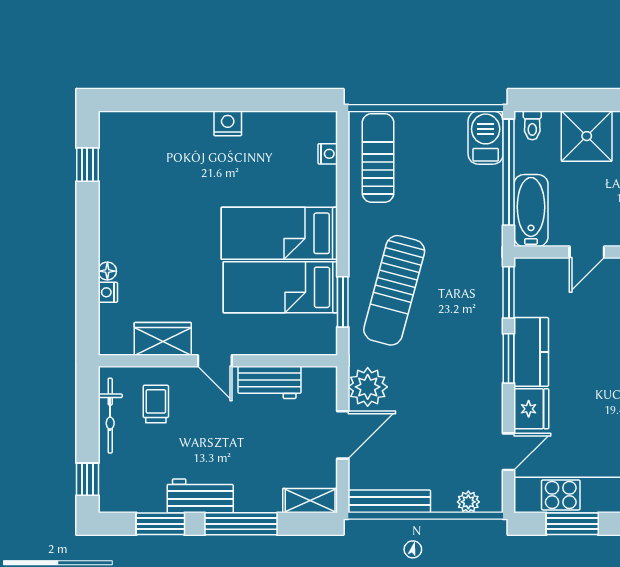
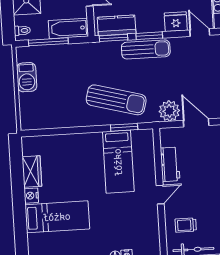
barbecue: (486, 138) -> (27, 77), moved, turned -90
nightstand: (328, 154) -> (44, 140), removed
sun lounger: (378, 158) -> (146, 49), moved, turned 180
window: (509, 172) -> (48, 42), width x0.68
bed: (279, 233) -> (57, 217), moved, turned -90
wardrobe: (163, 339) -> (32, 171), moved, turned 180
kitchen counter: (531, 352) -> (117, 25), moved

